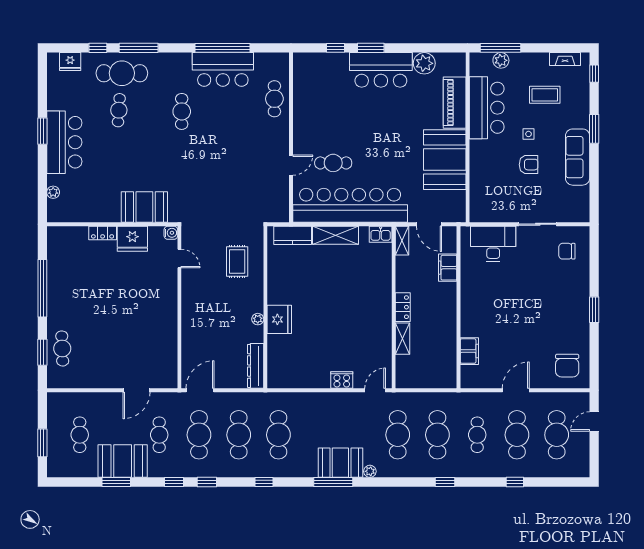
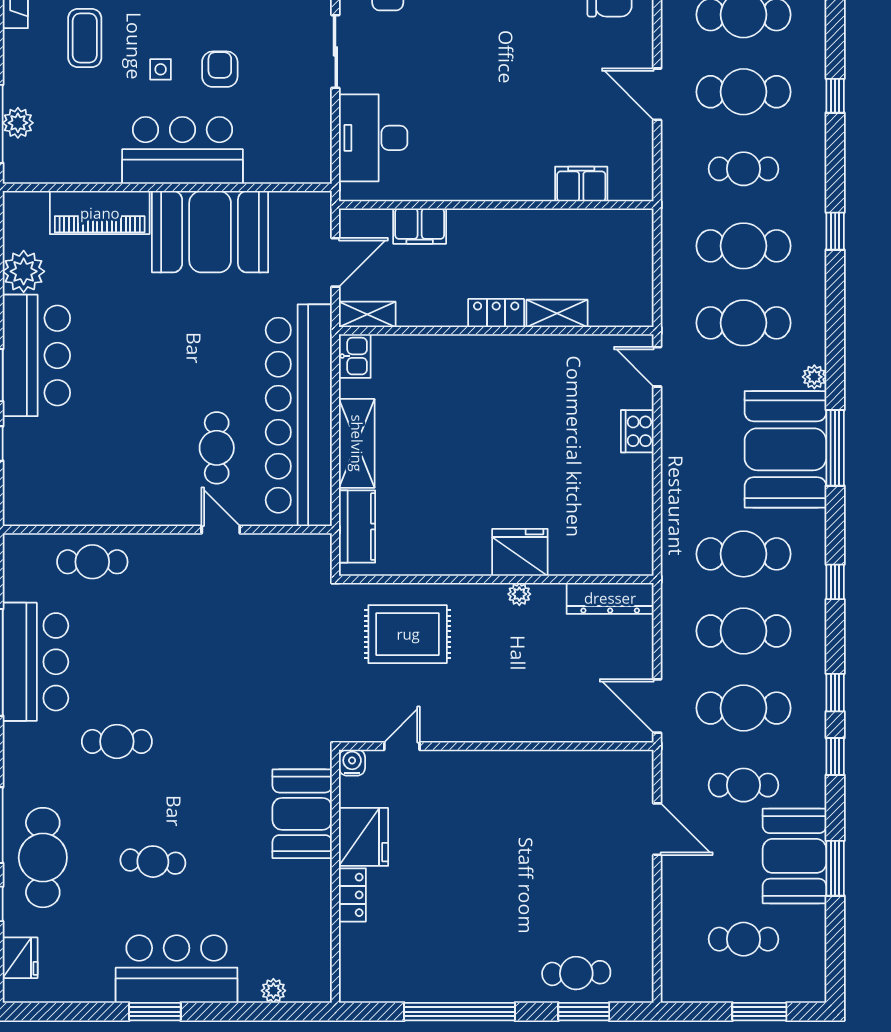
bar counter: (487, 108) -> (182, 150), moved
cafe table: (119, 110) -> (153, 862), moved
rug: (237, 261) -> (408, 634), width x1.36, depth x1.43
booth: (340, 463) -> (785, 449), width x1.36, depth x1.42

